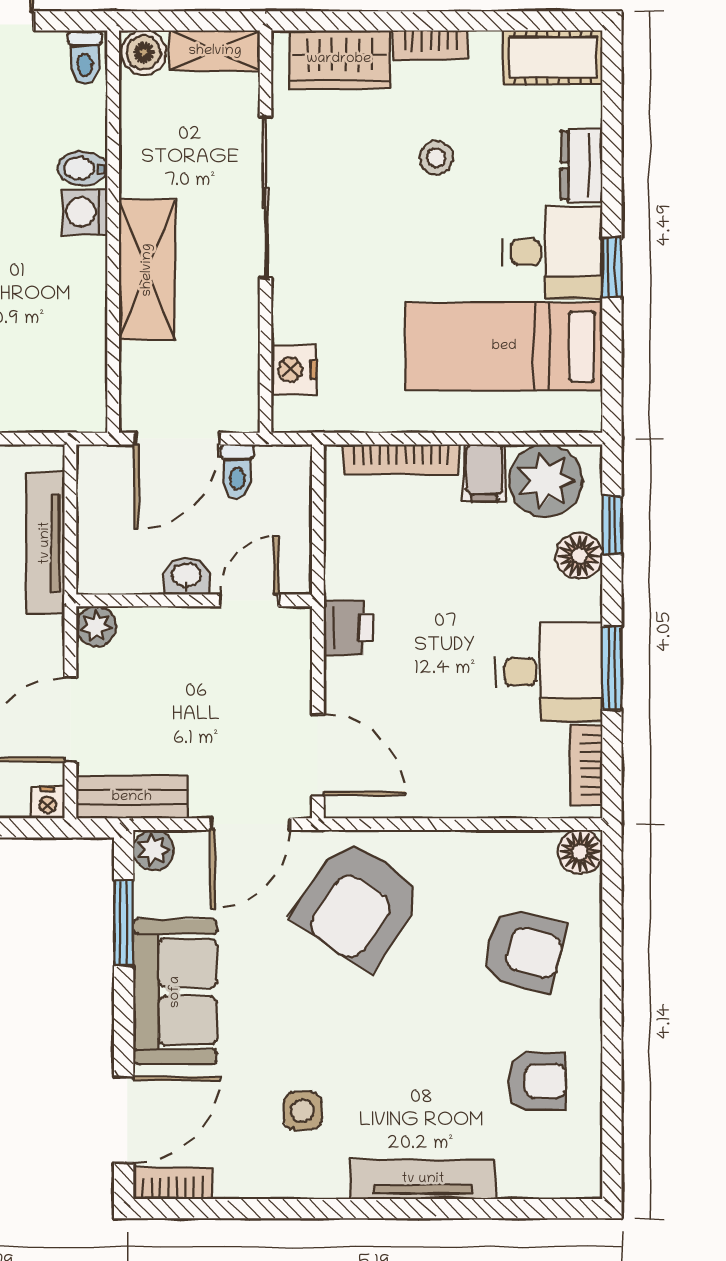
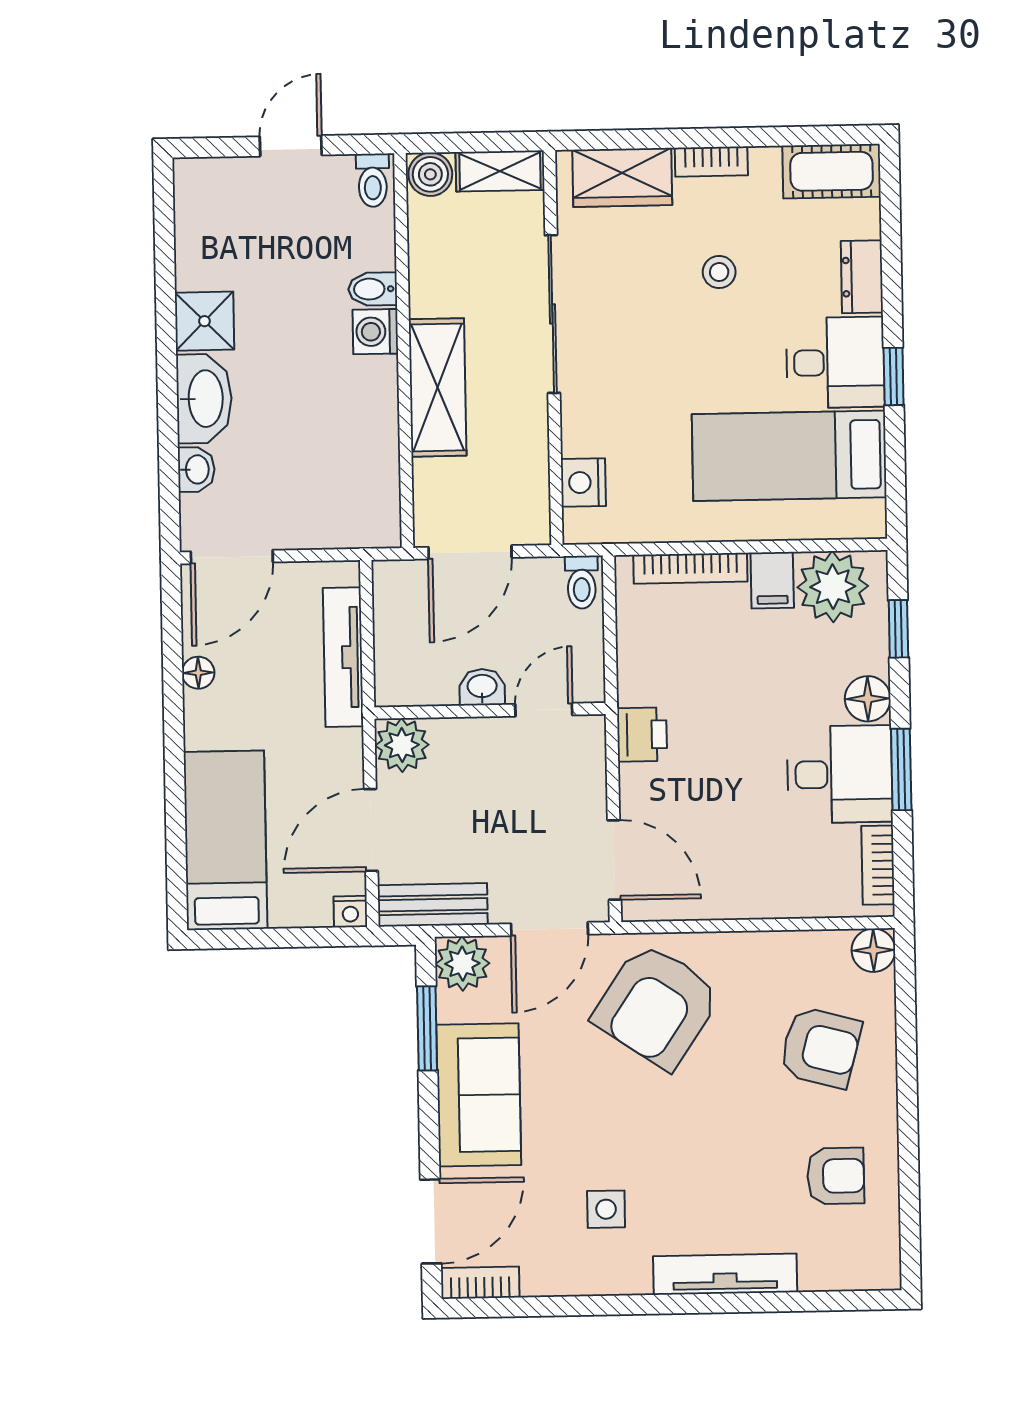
toilet: (237, 471) -> (582, 582), moved
floor lamp: (579, 556) -> (868, 699), moved
plant: (96, 626) -> (402, 745), width x1.38, depth x1.38
plant: (153, 850) -> (462, 964), width x1.38, depth x1.38

